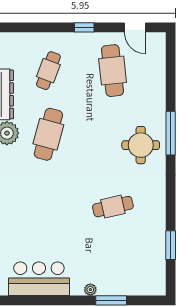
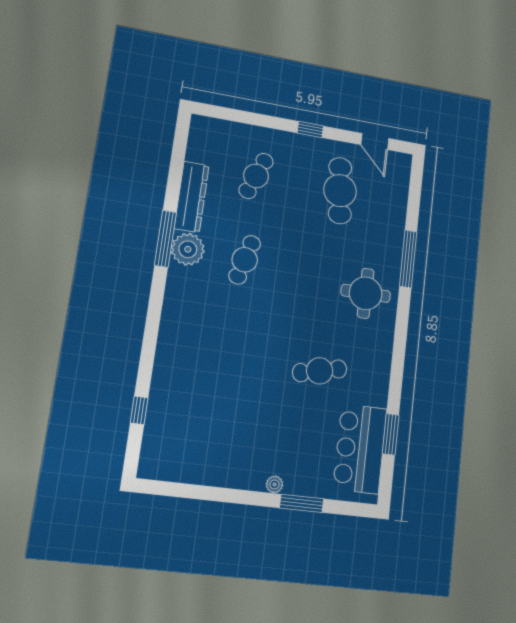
window: (171, 133) -> (408, 259), moved
cafe table: (48, 134) -> (245, 260), width x0.73, depth x0.74
bar counter: (39, 279) -> (360, 449), moved, turned -90

